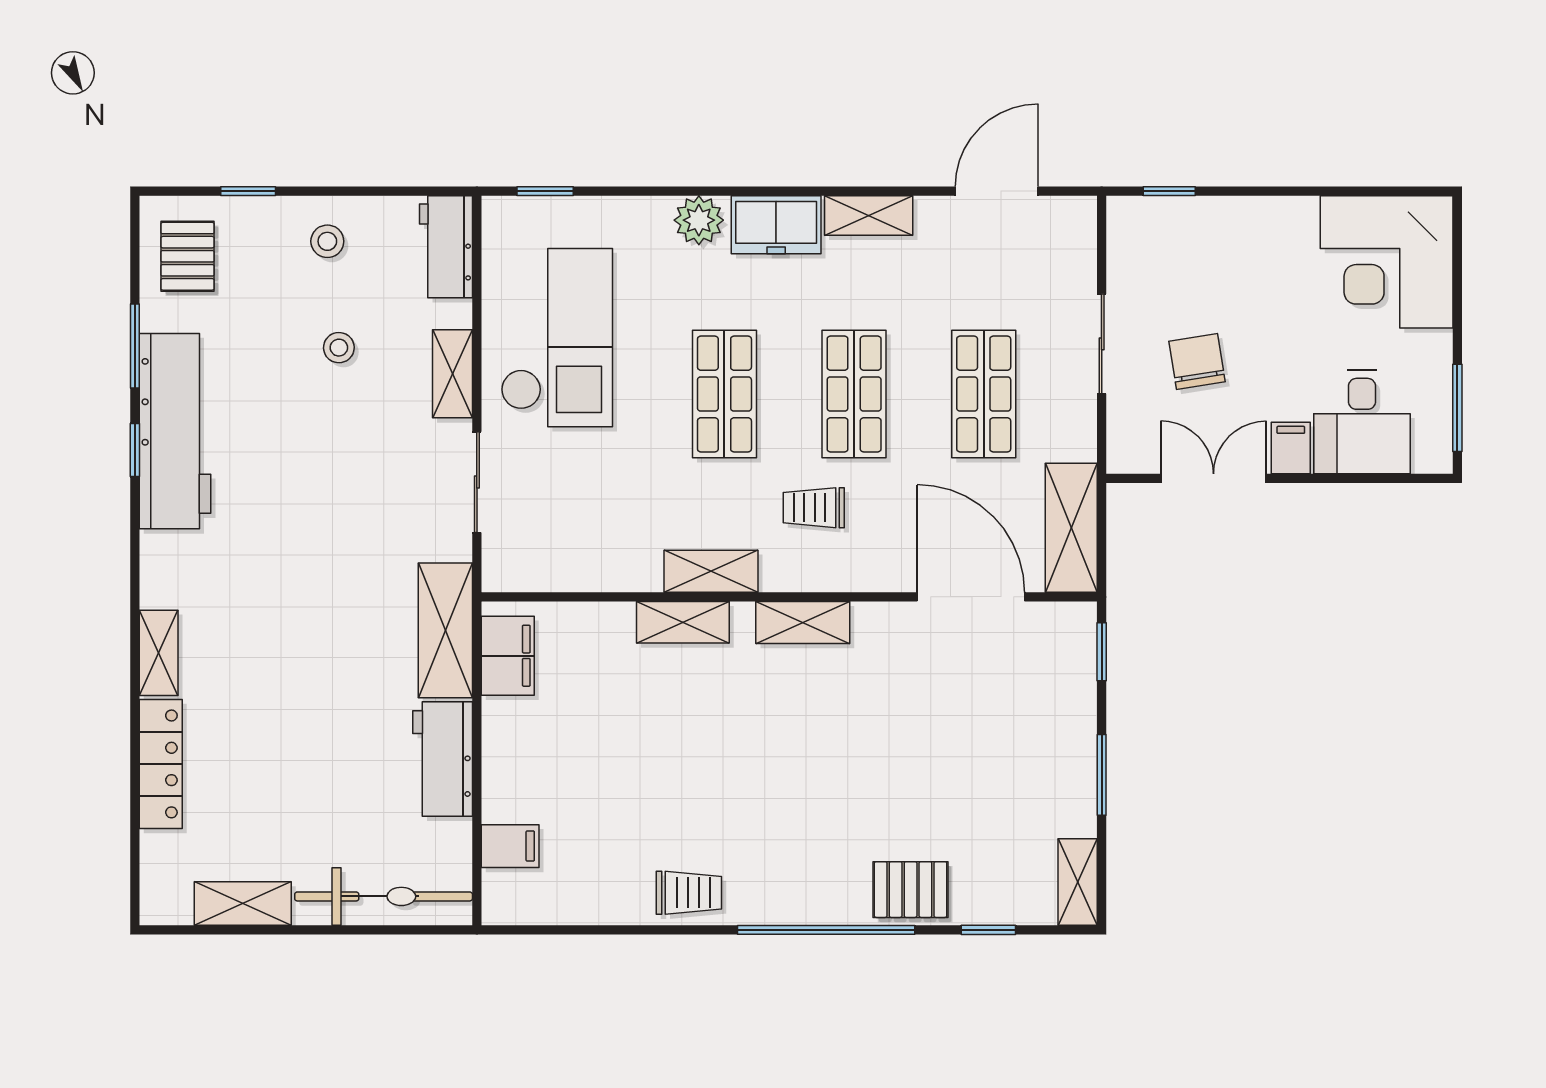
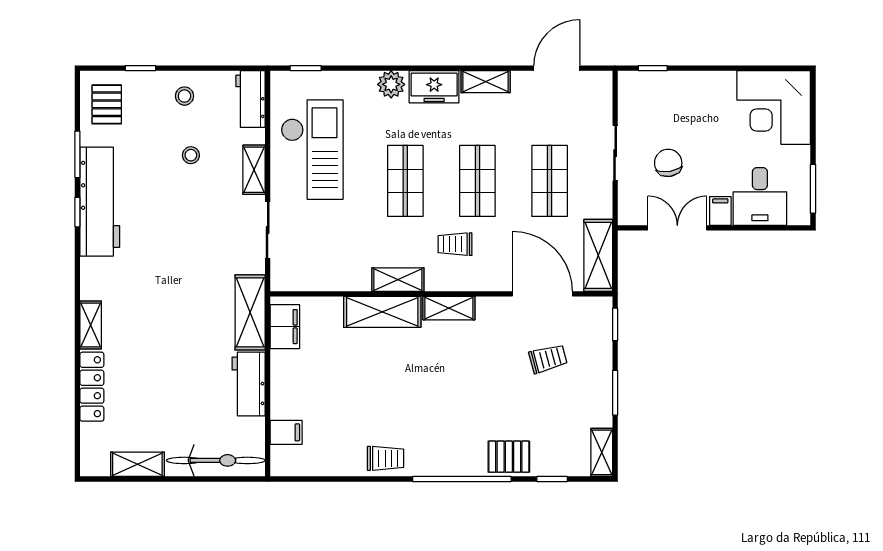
shelving: (683, 622) -> (382, 312), width x1.50, depth x1.33
trolley: (981, 714) -> (548, 359), added

